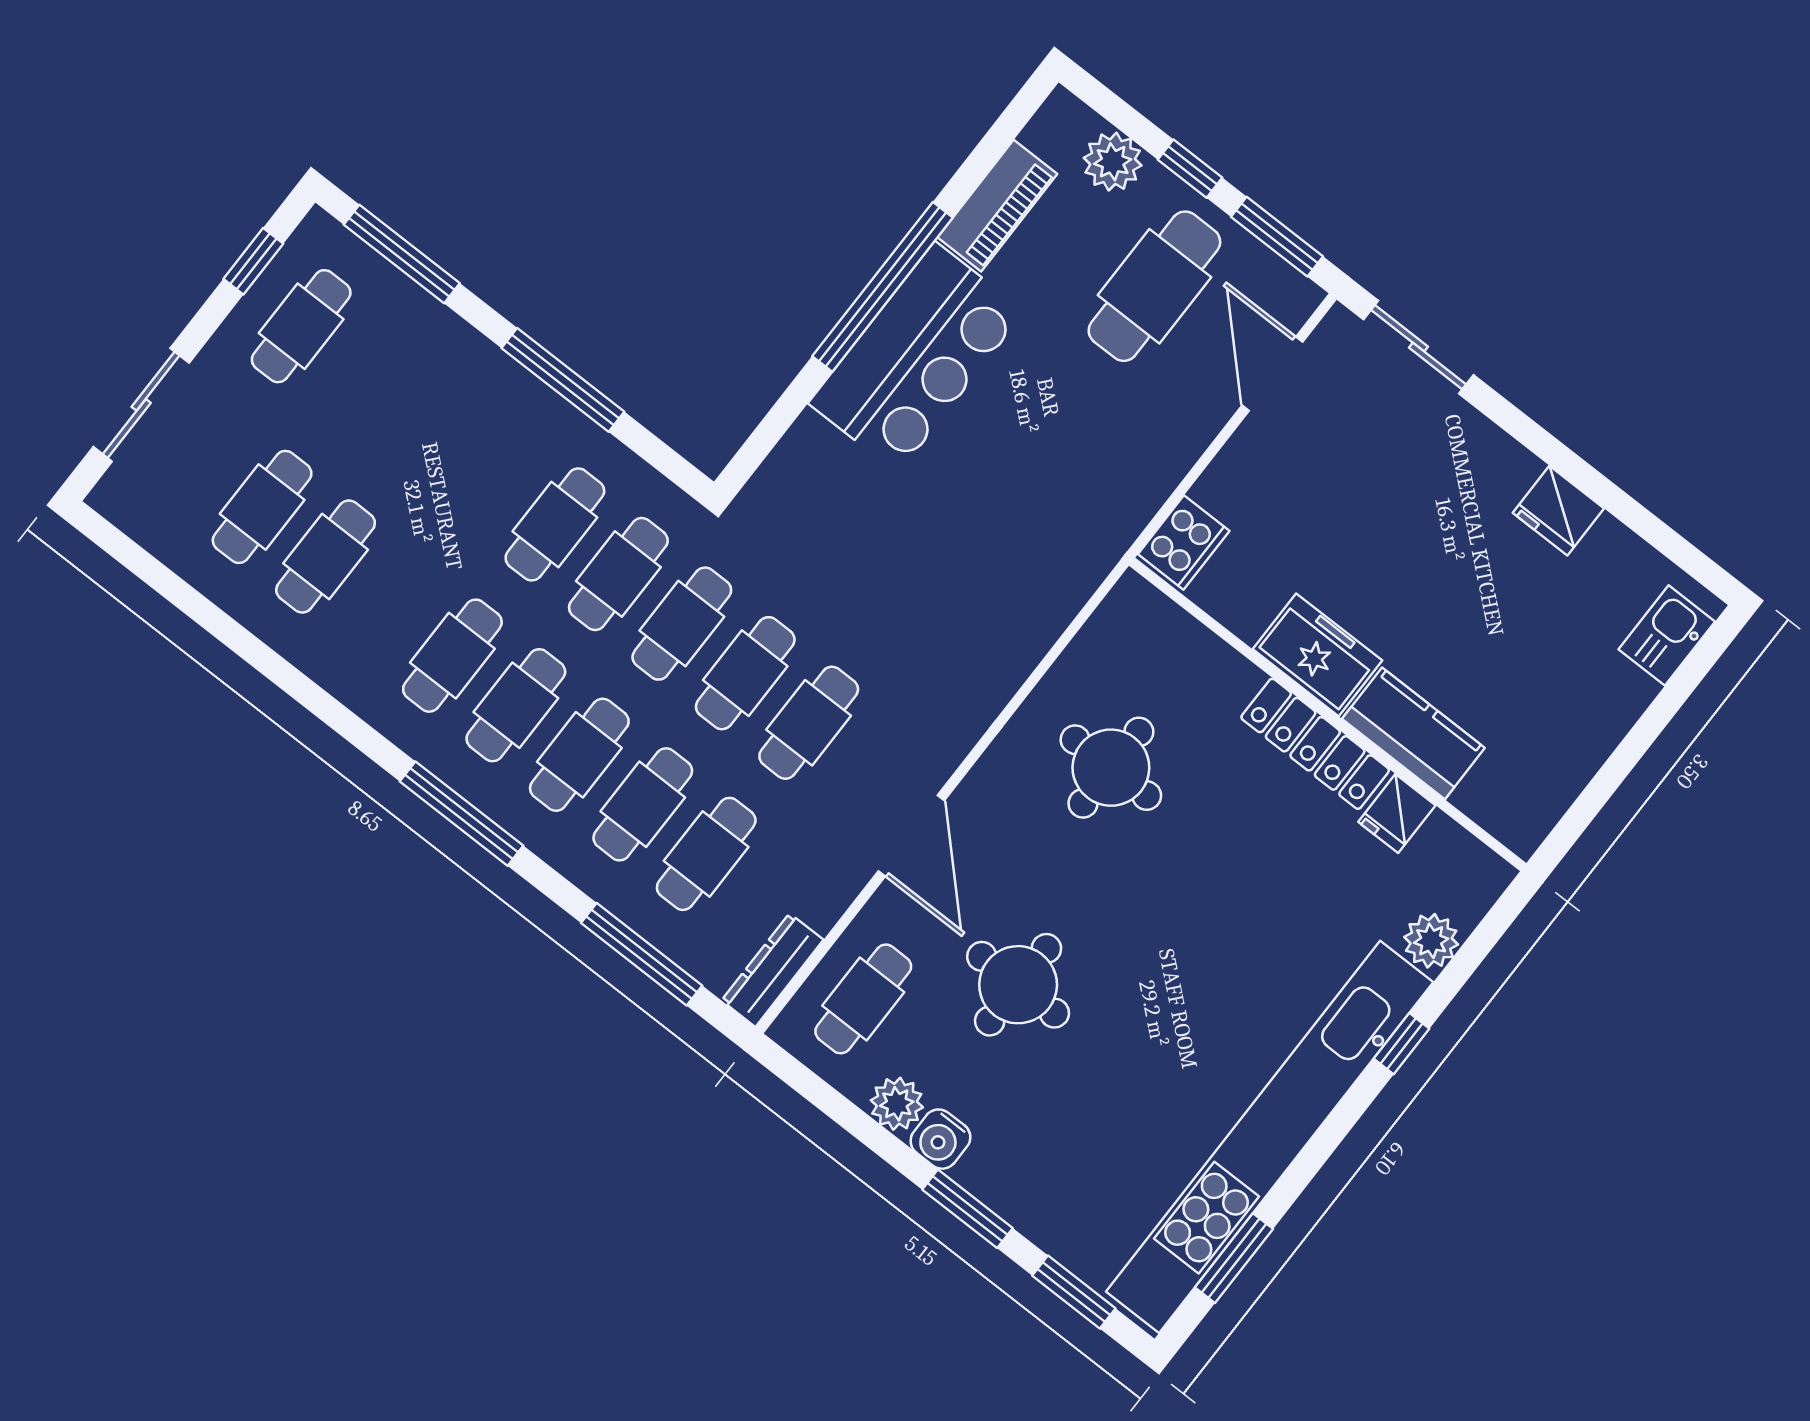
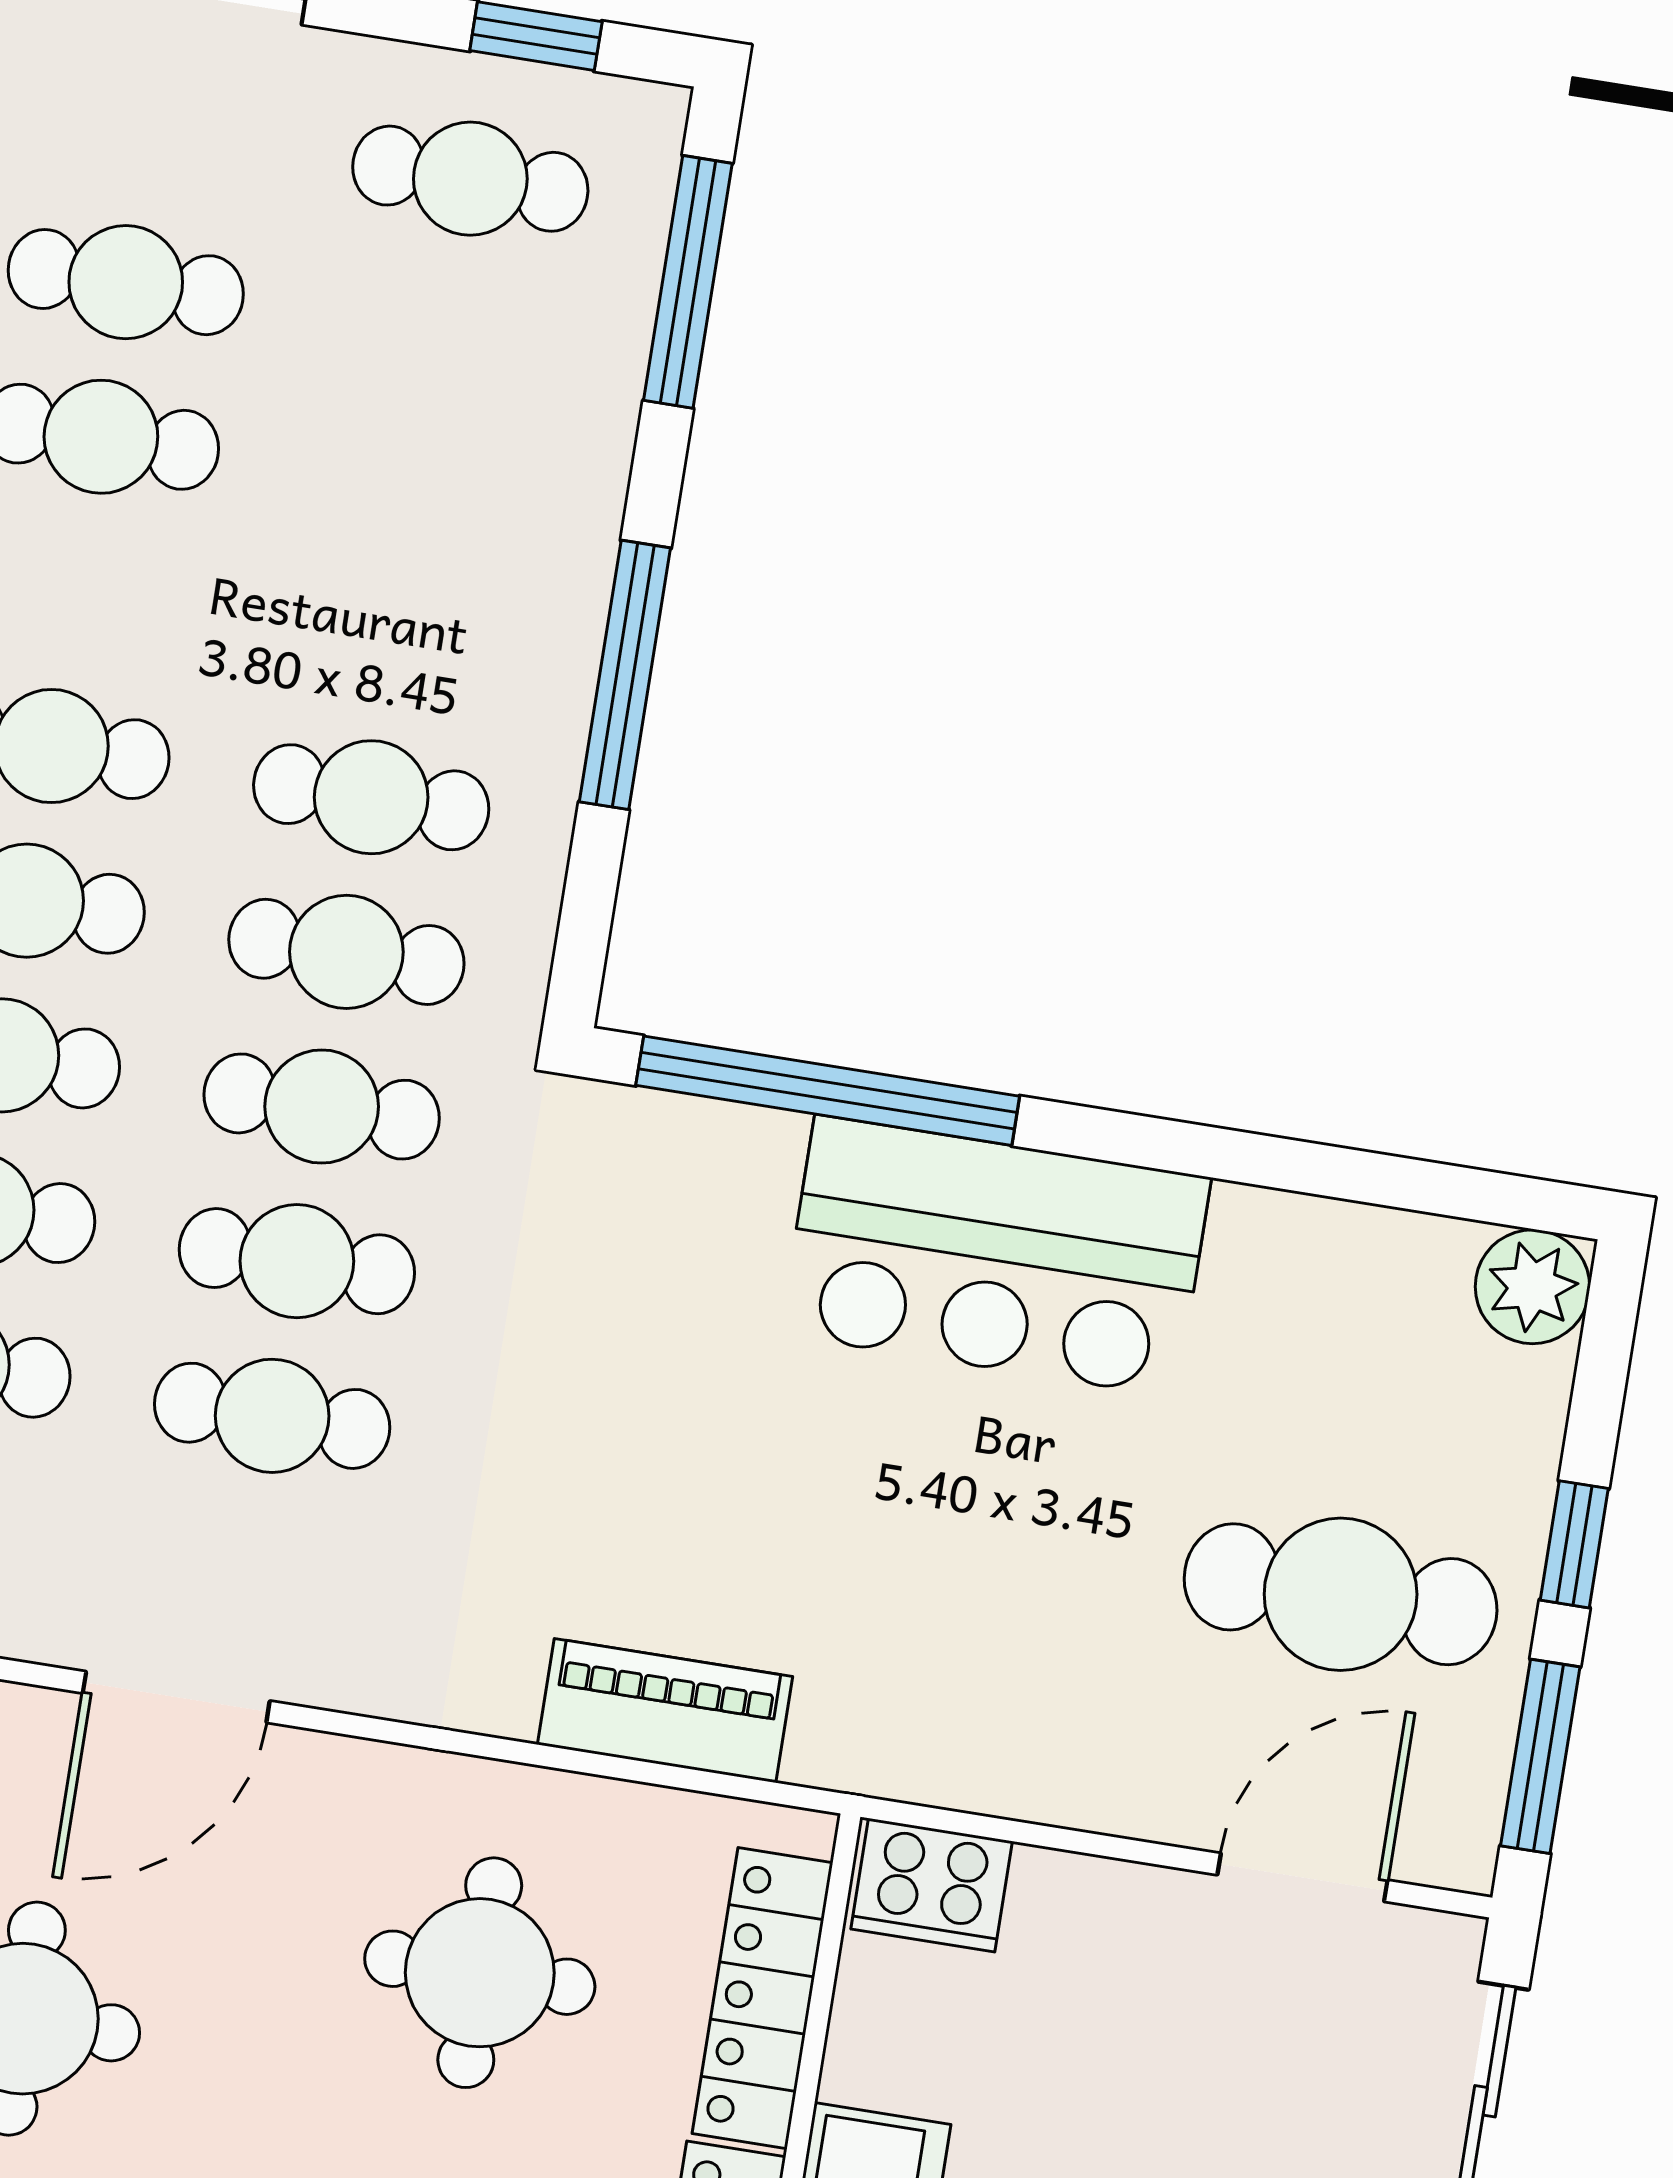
plant: (1113, 162) -> (1532, 1287), moved
piano: (997, 206) -> (665, 1711), moved, turned 180
window: (883, 287) -> (828, 1091), moved
locker: (1193, 647) -> (763, 1998), added

